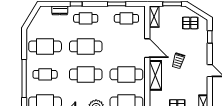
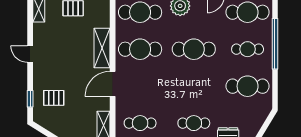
pallet: (190, 23) -> (54, 98), moved
cafe table: (86, 46) -> (194, 86), removed
door: (147, 48) -> (113, 84), hinge flipped
trolley: (178, 61) -> (72, 67), removed

